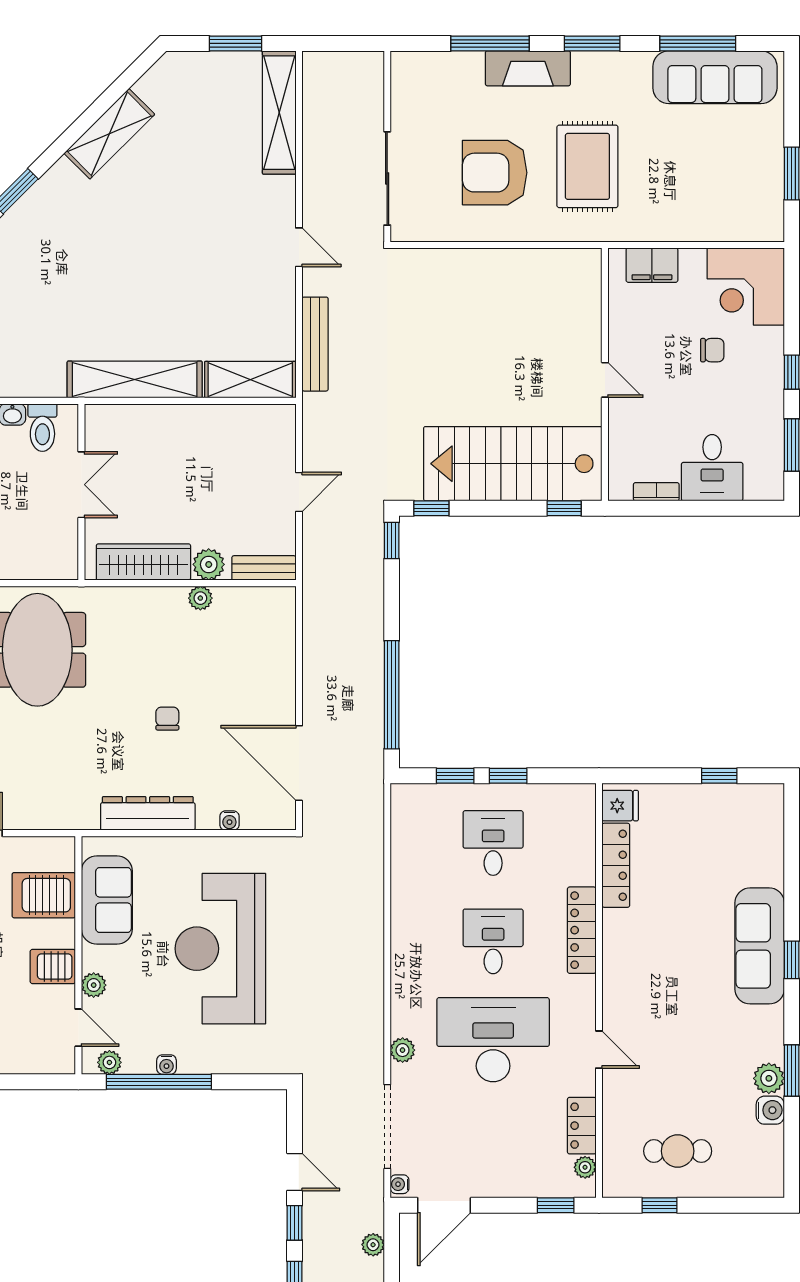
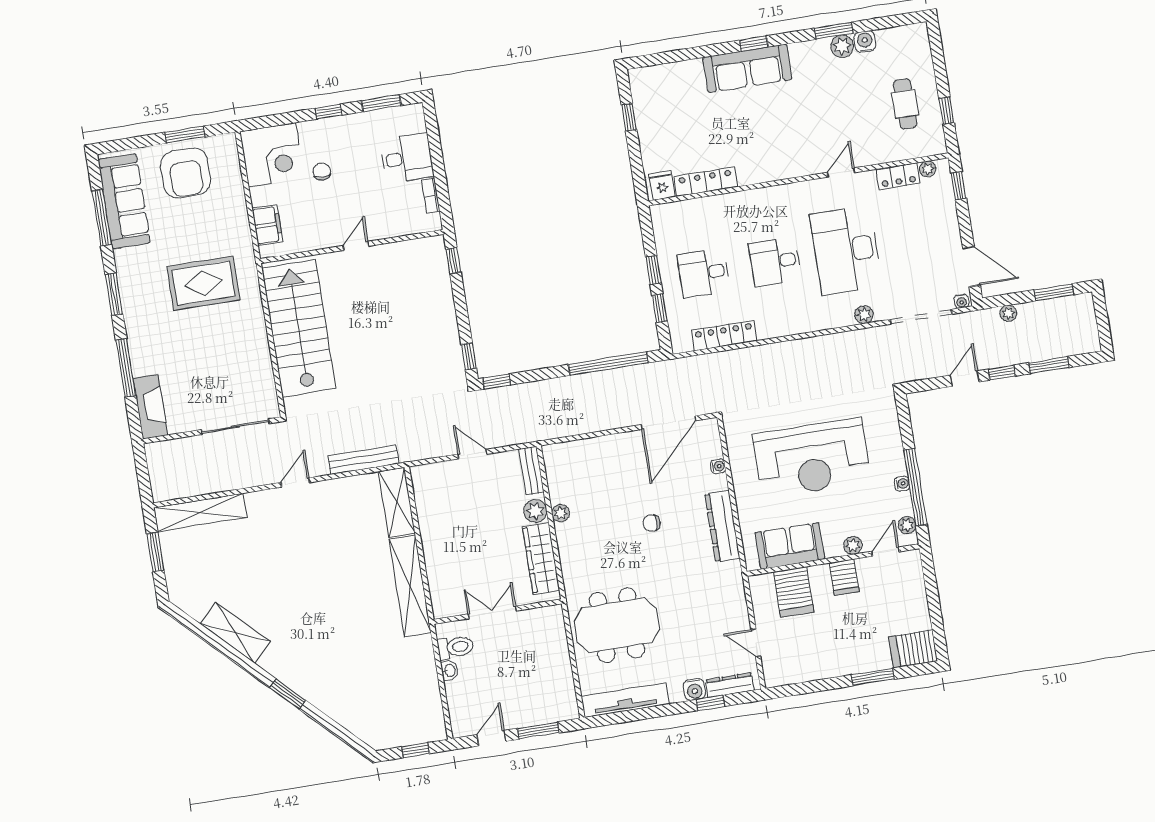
fireplace: (528, 68) -> (150, 407), moved
armchair: (495, 173) -> (186, 173), moved
stairs: (513, 464) -> (299, 328), moved, turned 180
locker: (582, 930) -> (724, 336), moved, turned 180

